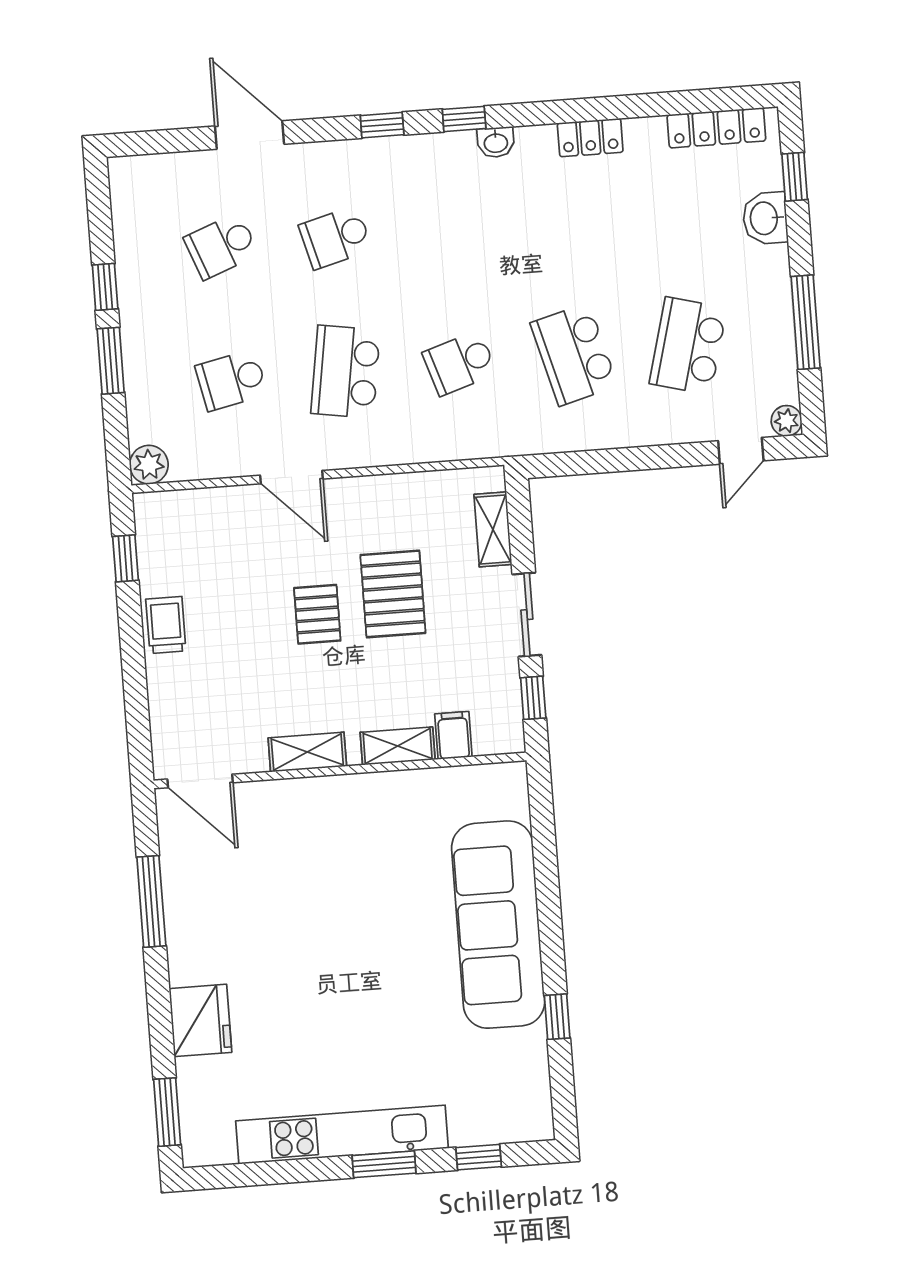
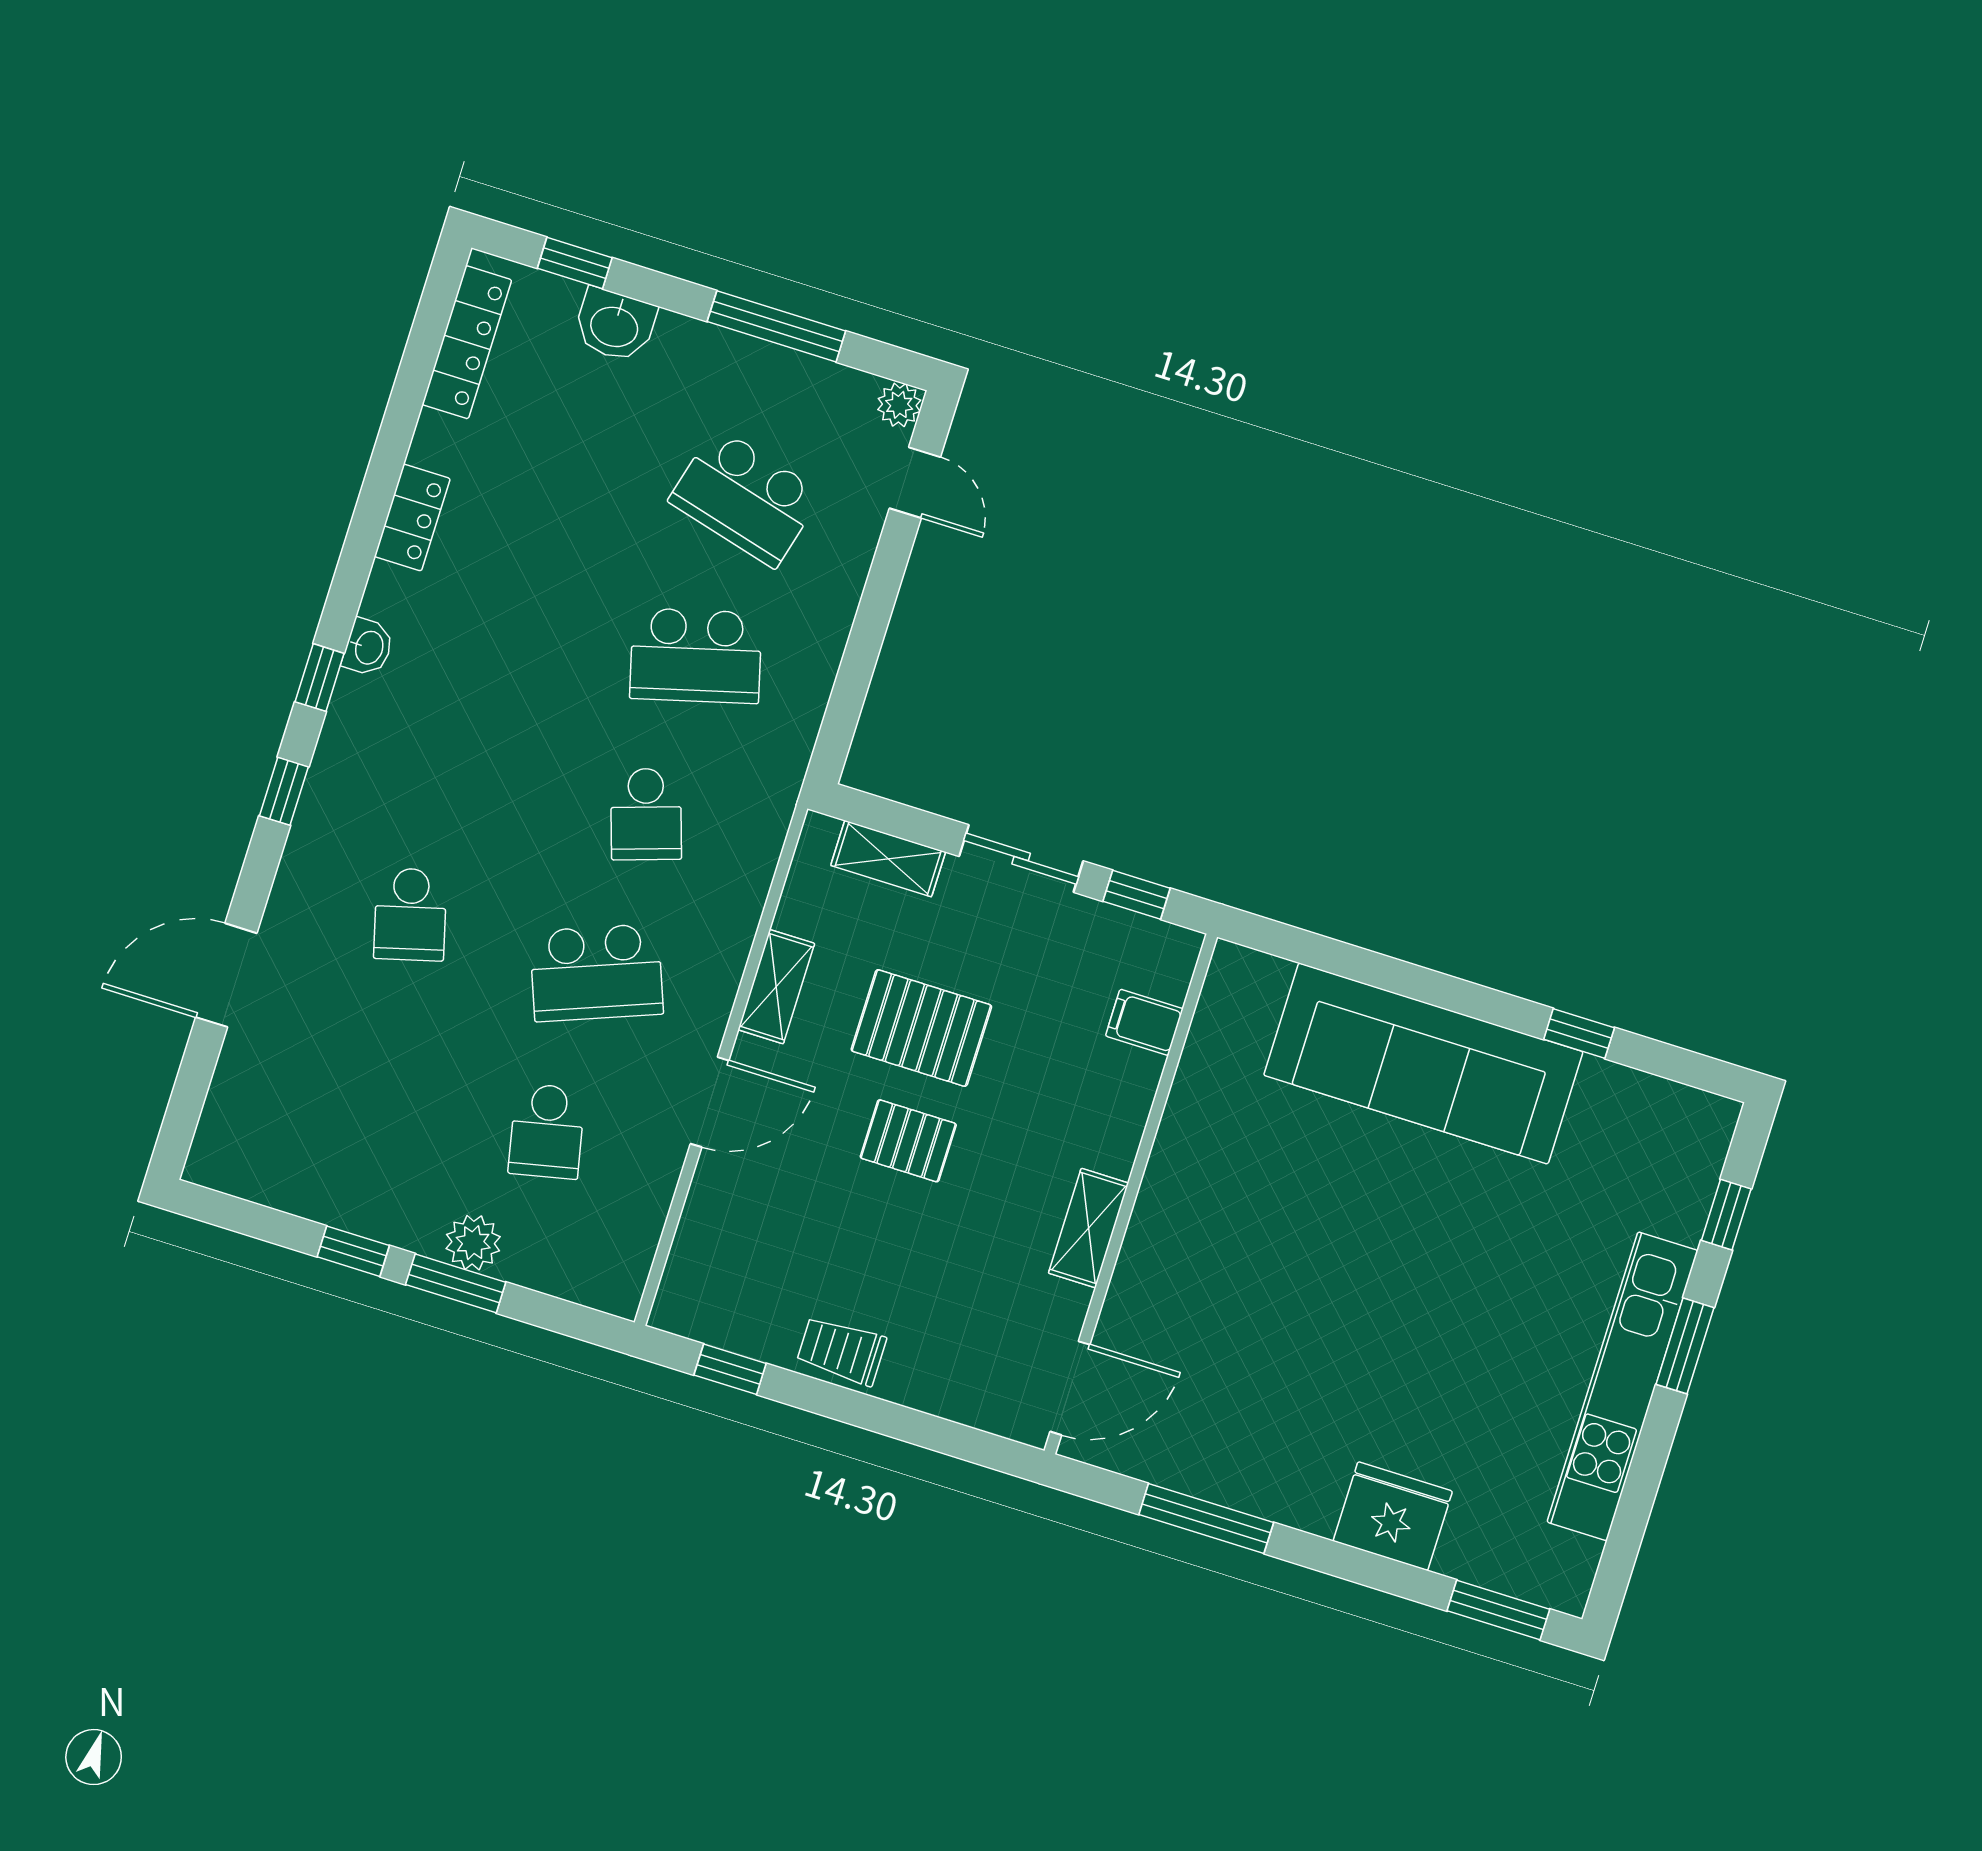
school desk: (221, 246) -> (361, 1073), removed
school desk: (346, 372) -> (596, 973), turned -30
plant: (149, 465) -> (473, 1243), moved
shelving: (398, 746) -> (776, 987), moved

